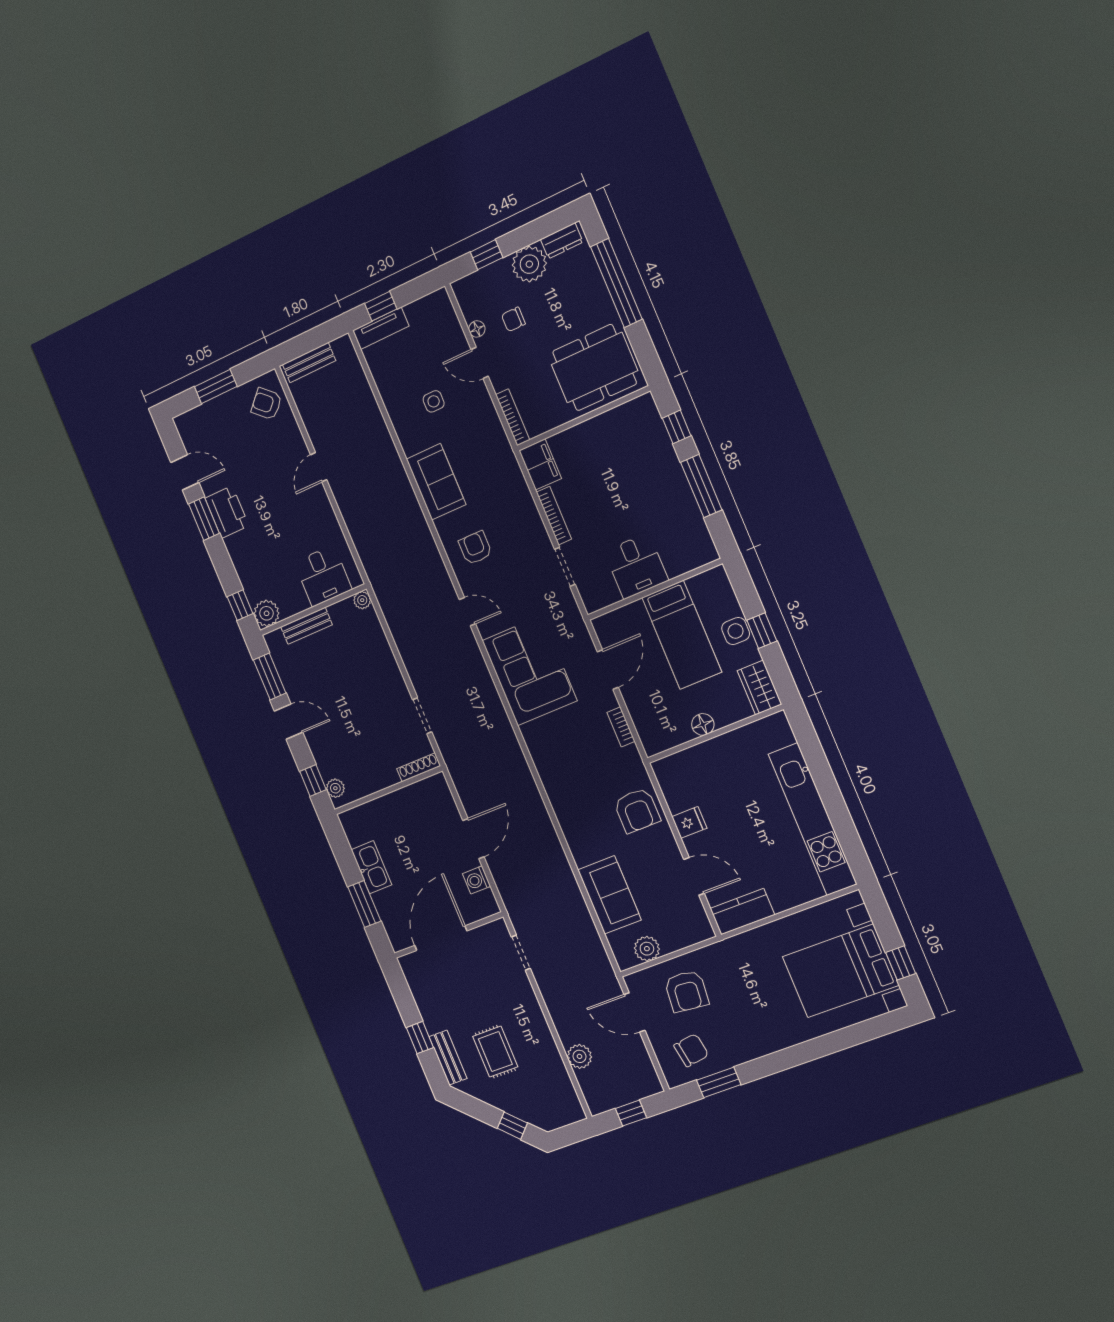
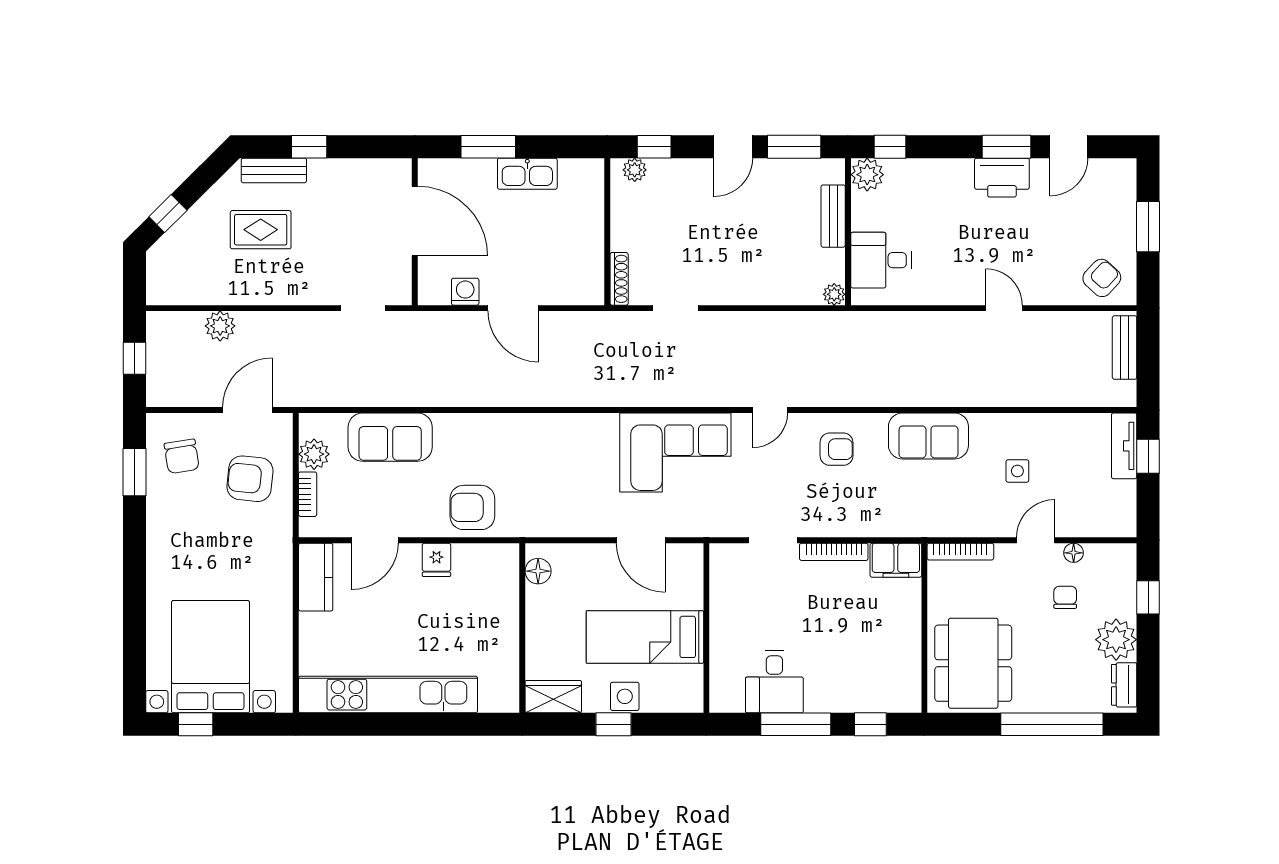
desk: (636, 566) -> (774, 682), moved, turned -90
floor lamp: (703, 724) -> (538, 571), moved
bookcase: (621, 727) -> (308, 494), moved, turned 90

